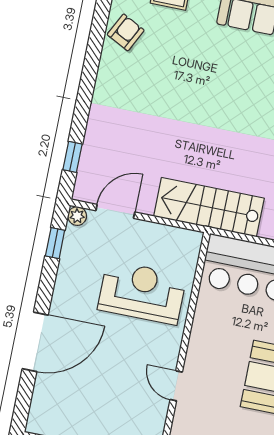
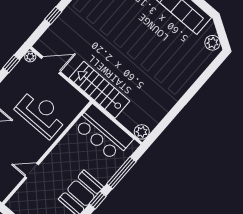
window: (72, 157) -> (53, 15), moved
door: (176, 386) -> (32, 171), hinge flipped

